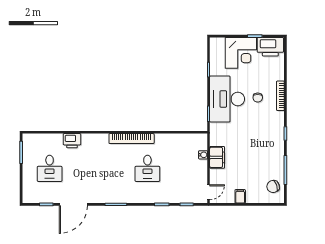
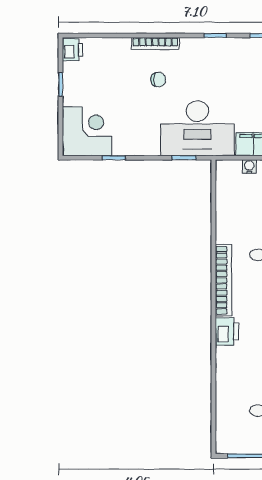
printer: (270, 47) -> (73, 50), width x0.53, depth x0.68
corner desk: (241, 53) -> (87, 131), moved
desk: (227, 99) -> (197, 128), moved
printer: (72, 141) -> (227, 331), moved

